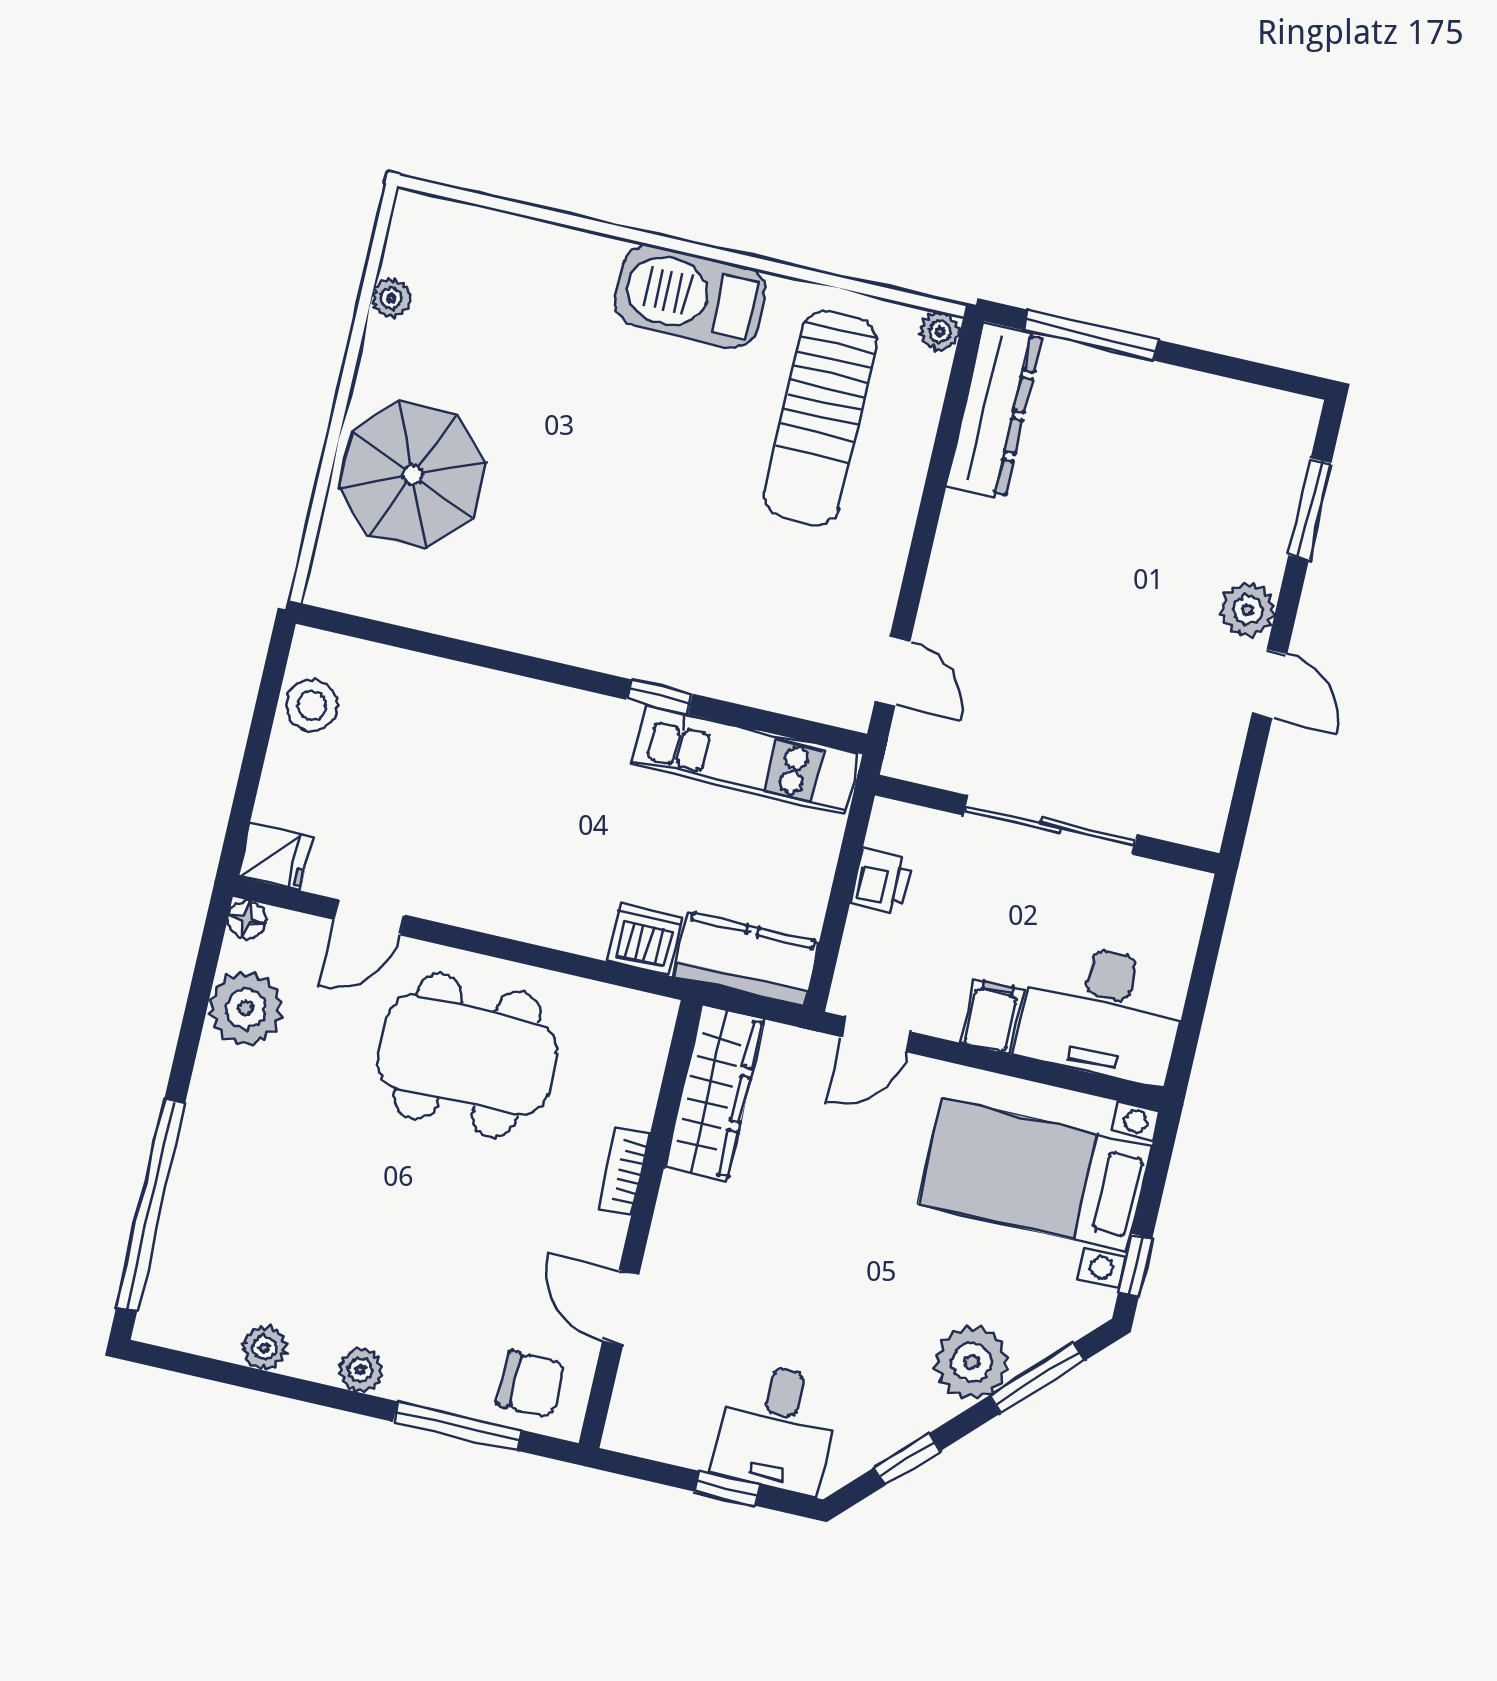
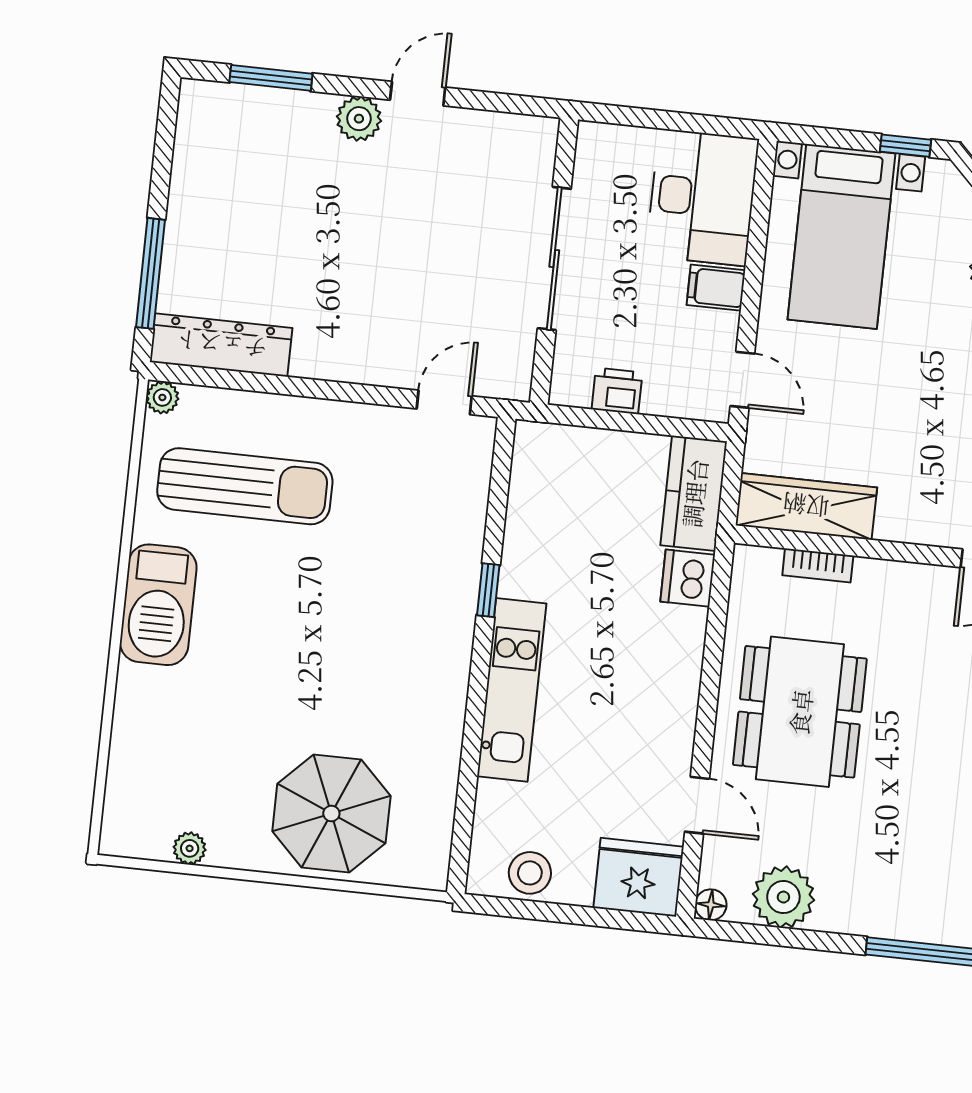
kitchen unit: (745, 759) -> (512, 690), moved
fridge: (275, 857) -> (639, 877), width x1.88, depth x1.34
bookcase: (624, 1171) -> (818, 565), moved

